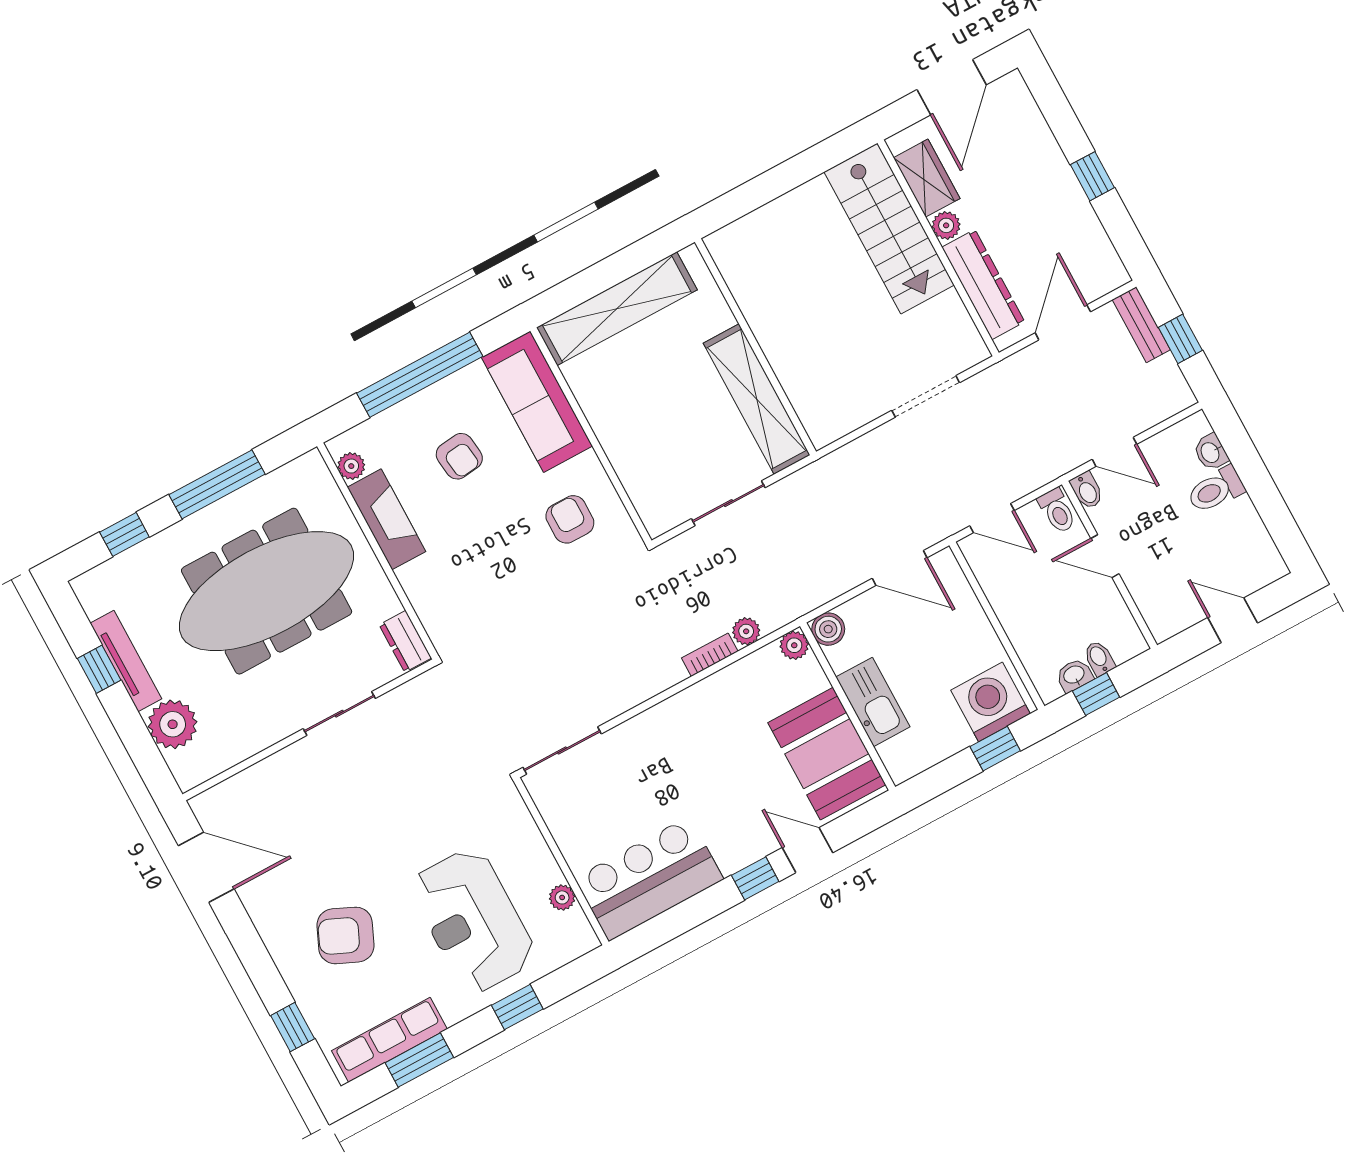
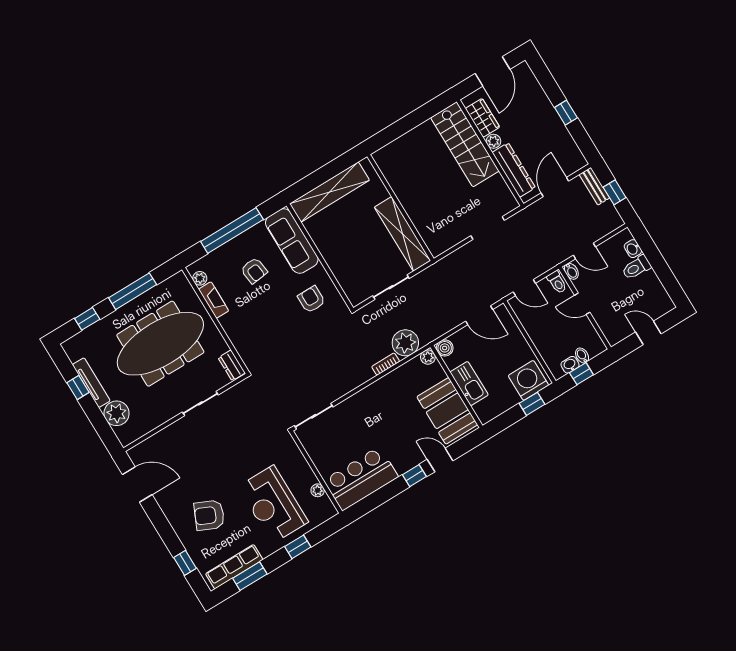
fireplace: (387, 519) -> (214, 300), width x0.73, depth x0.76
plant: (746, 631) -> (405, 343), width x1.88, depth x1.88

